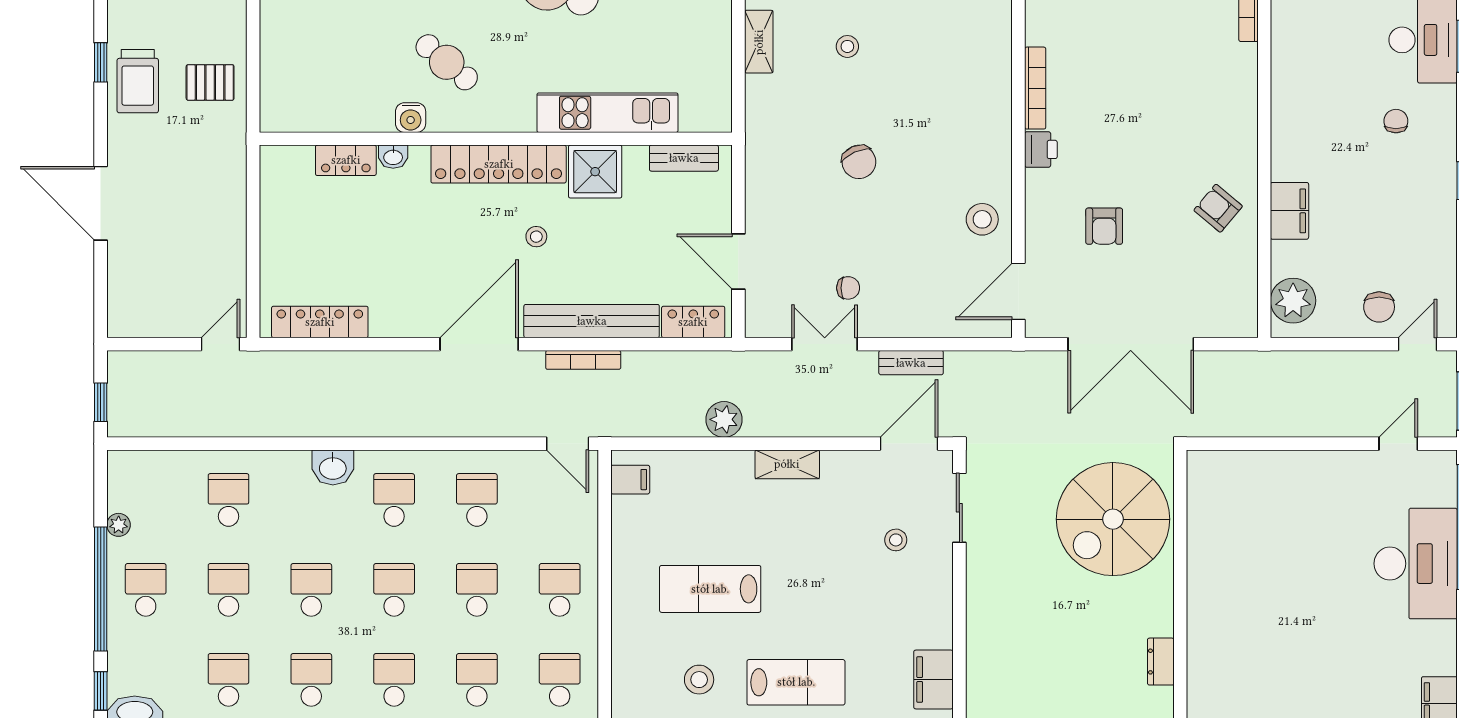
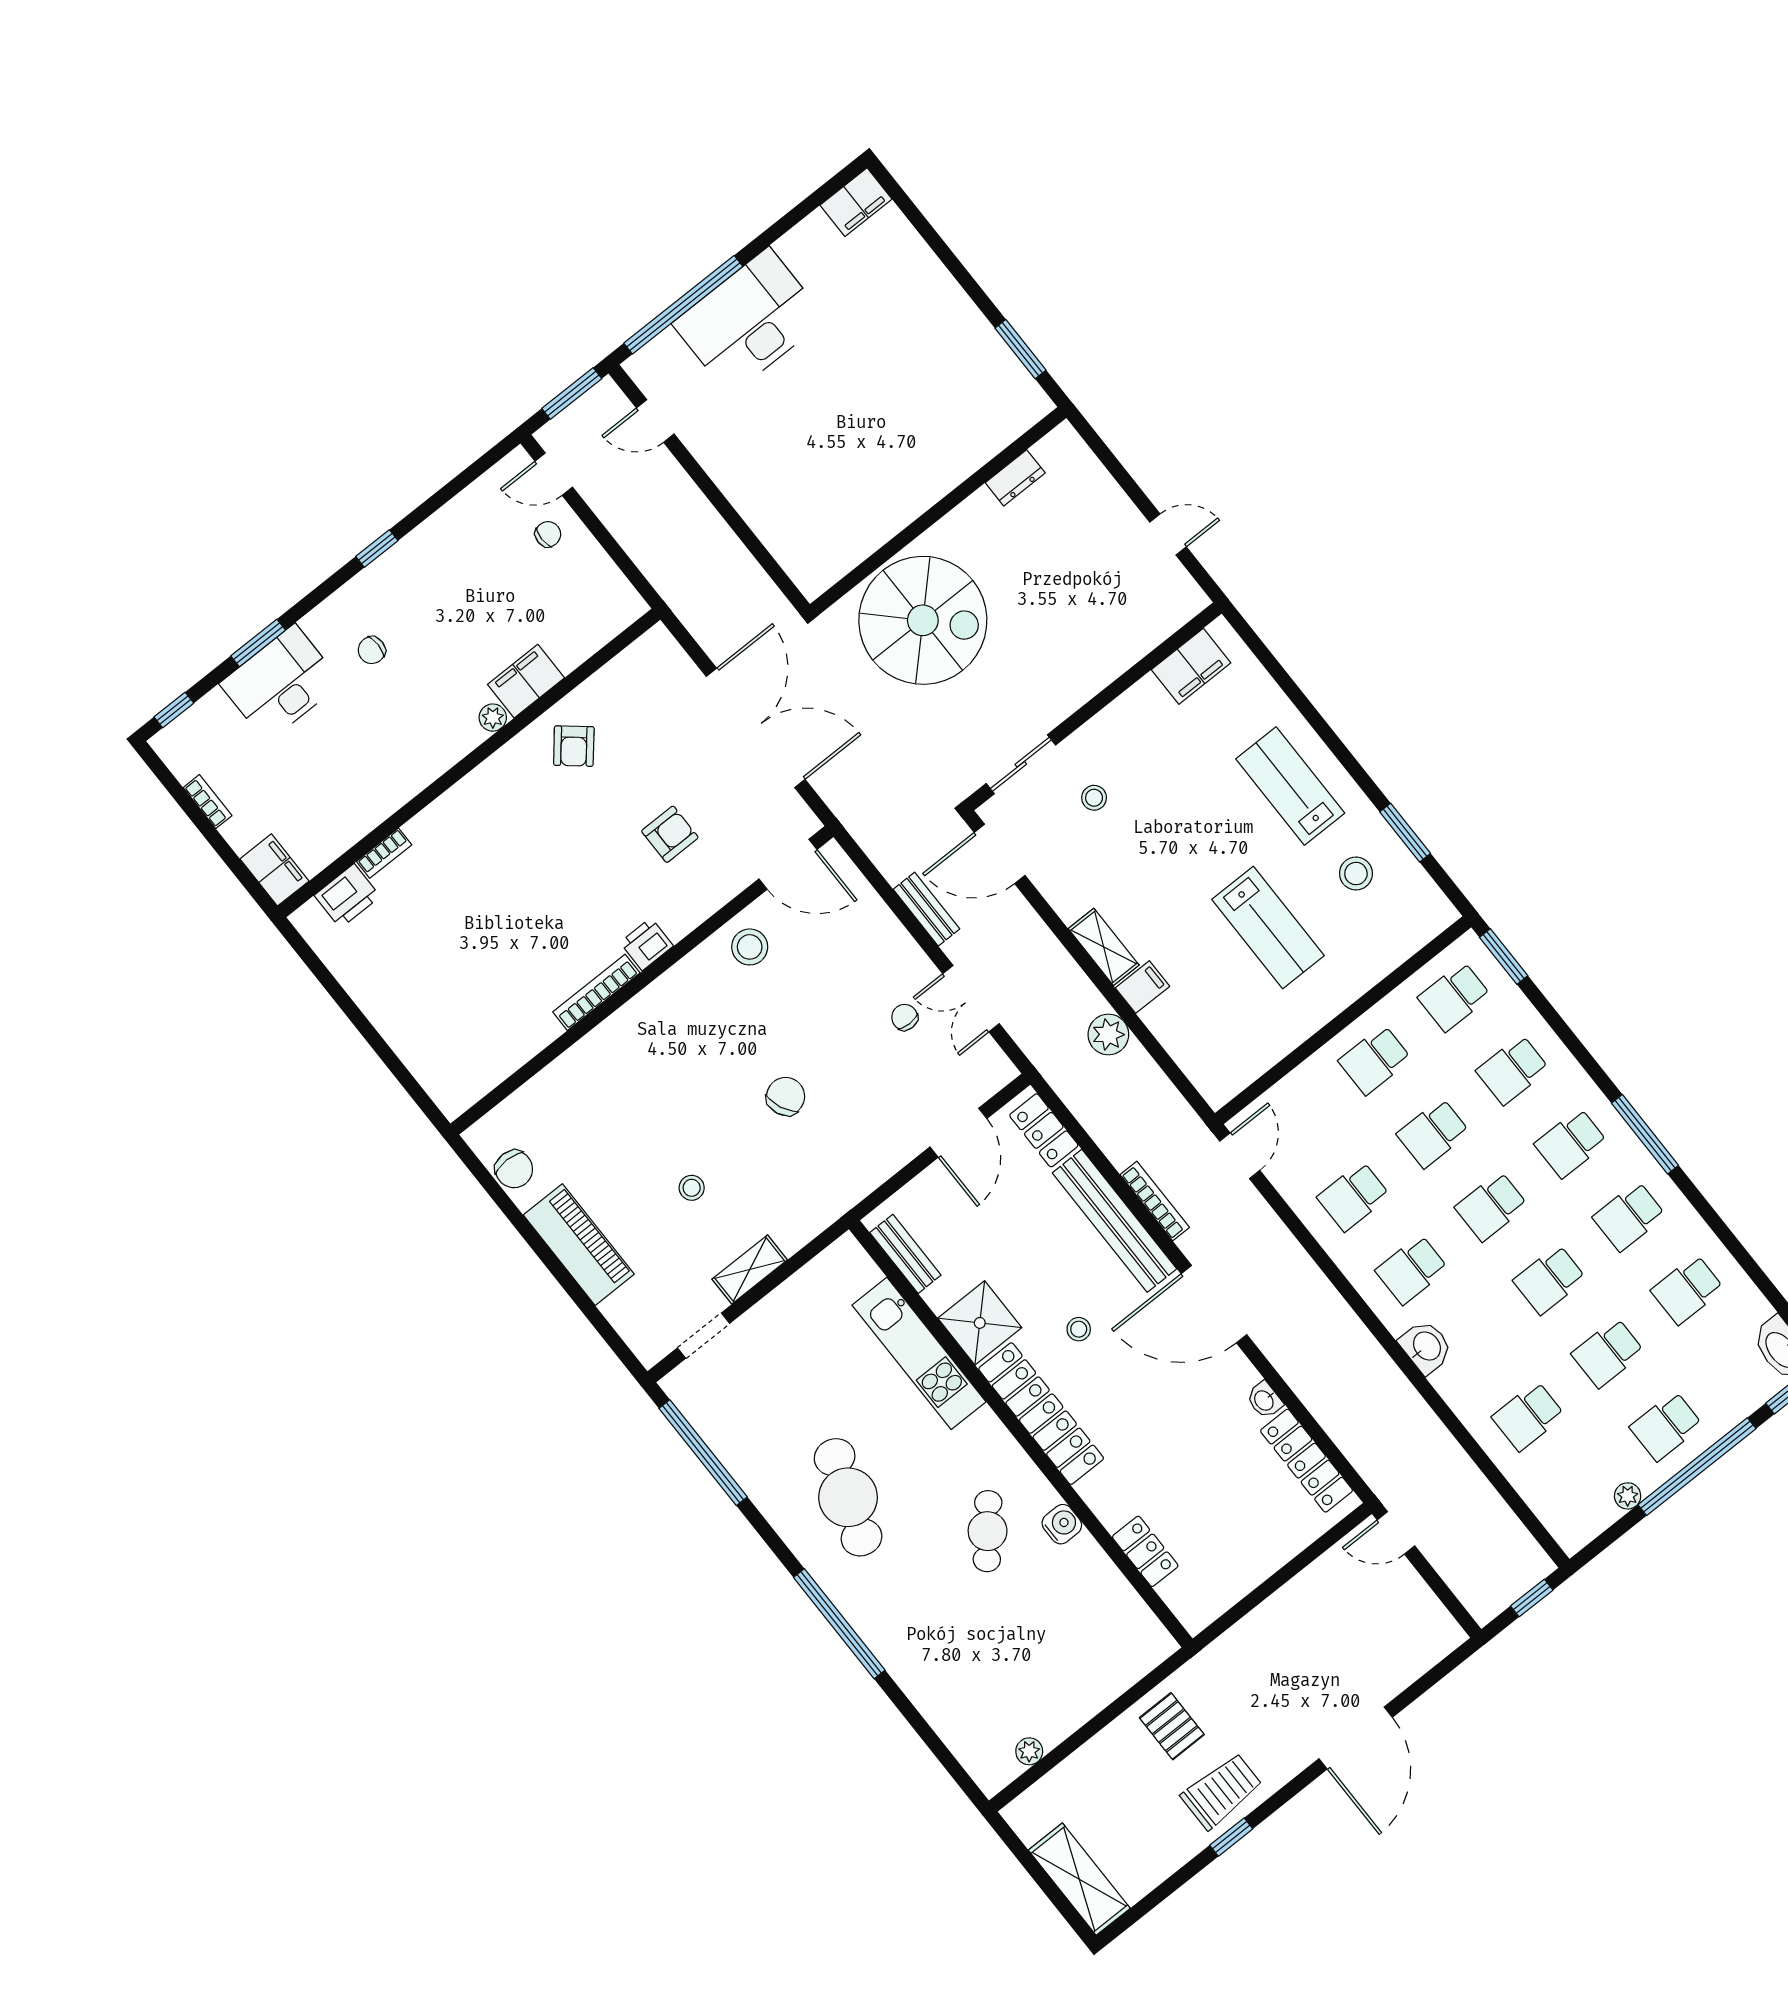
washbasin: (393, 157) -> (1264, 1400), moved, turned 180
plant: (1293, 301) -> (493, 718), moved, width x0.53, depth x0.53
chair: (1379, 307) -> (548, 534), width x0.73, depth x0.73
filing cabinet: (630, 480) -> (1143, 987), moved, turned 90

